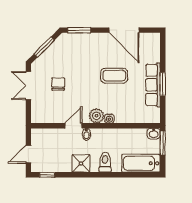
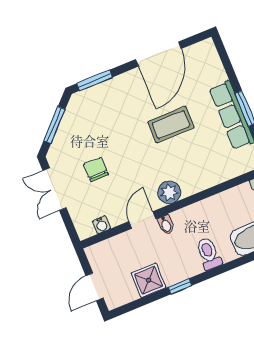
door: (124, 30) -> (159, 54), hinge flipped
water cooler: (109, 119) -> (102, 225), moved
shower: (81, 163) -> (149, 280), moved
window: (47, 175) -> (180, 286), moved

